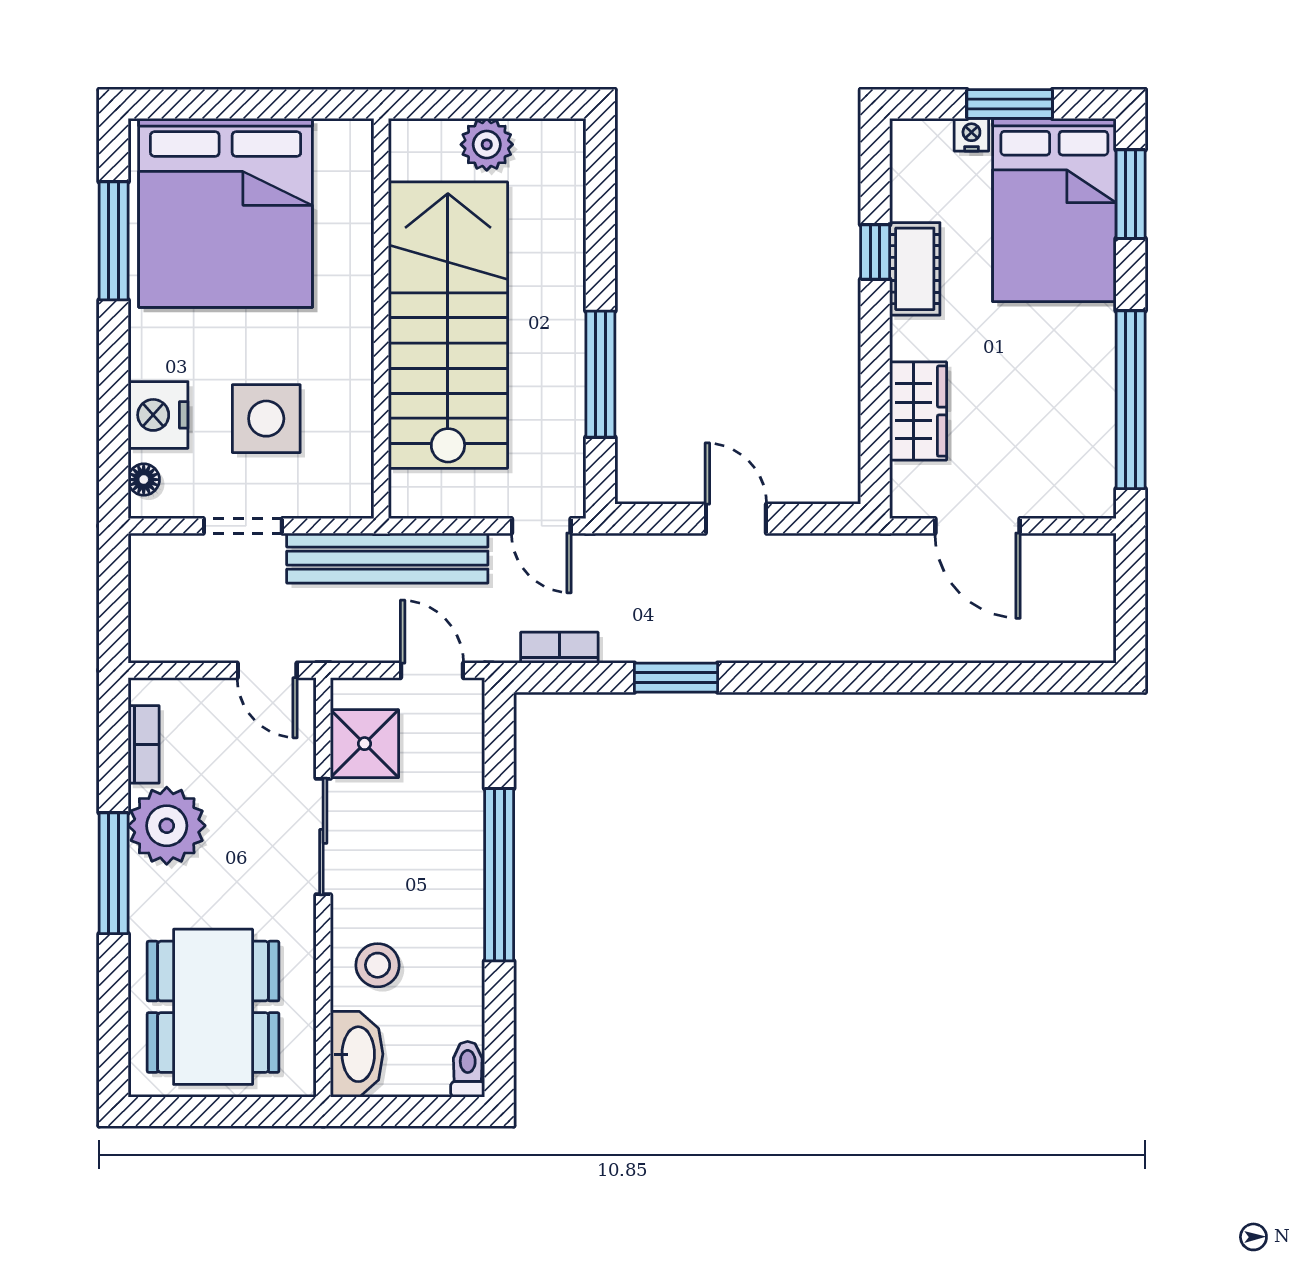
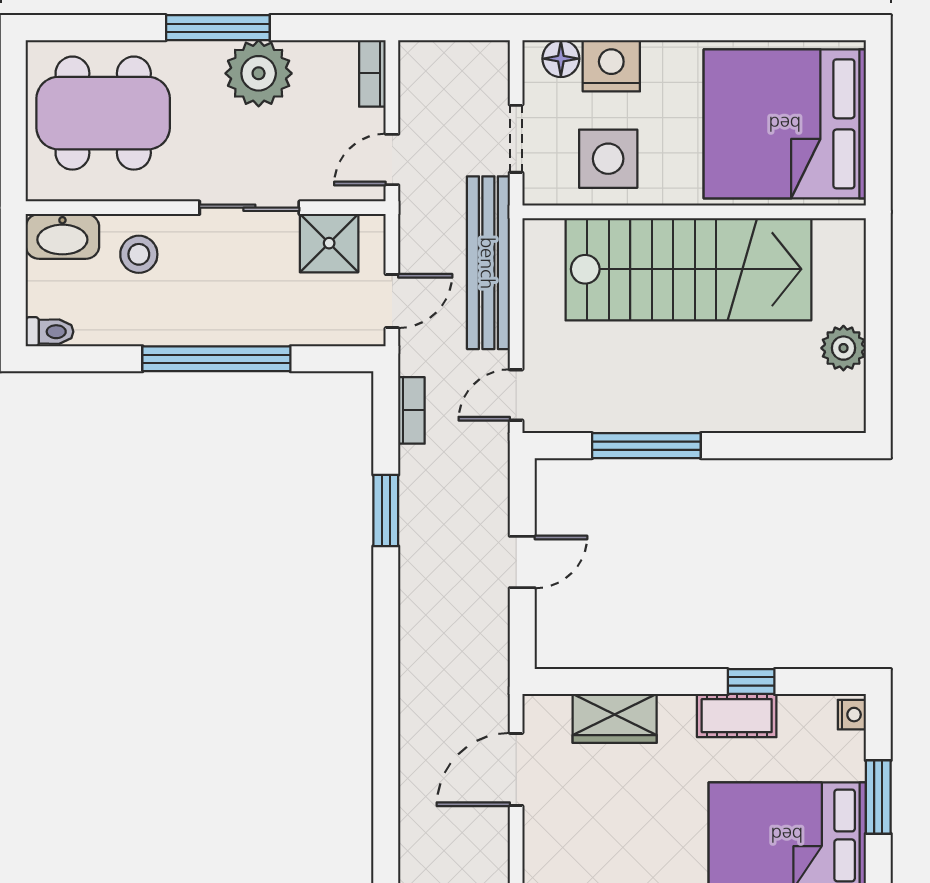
nightstand: (971, 135) -> (852, 715), moved
window: (114, 241) -> (761, 28), removed
wall: (381, 319) -> (694, 212), moved
stairs: (448, 325) -> (688, 269), moved
floor lamp: (144, 480) -> (561, 59), width x1.37, depth x1.37
bookcase: (144, 744) -> (372, 73), moved, turned 90

